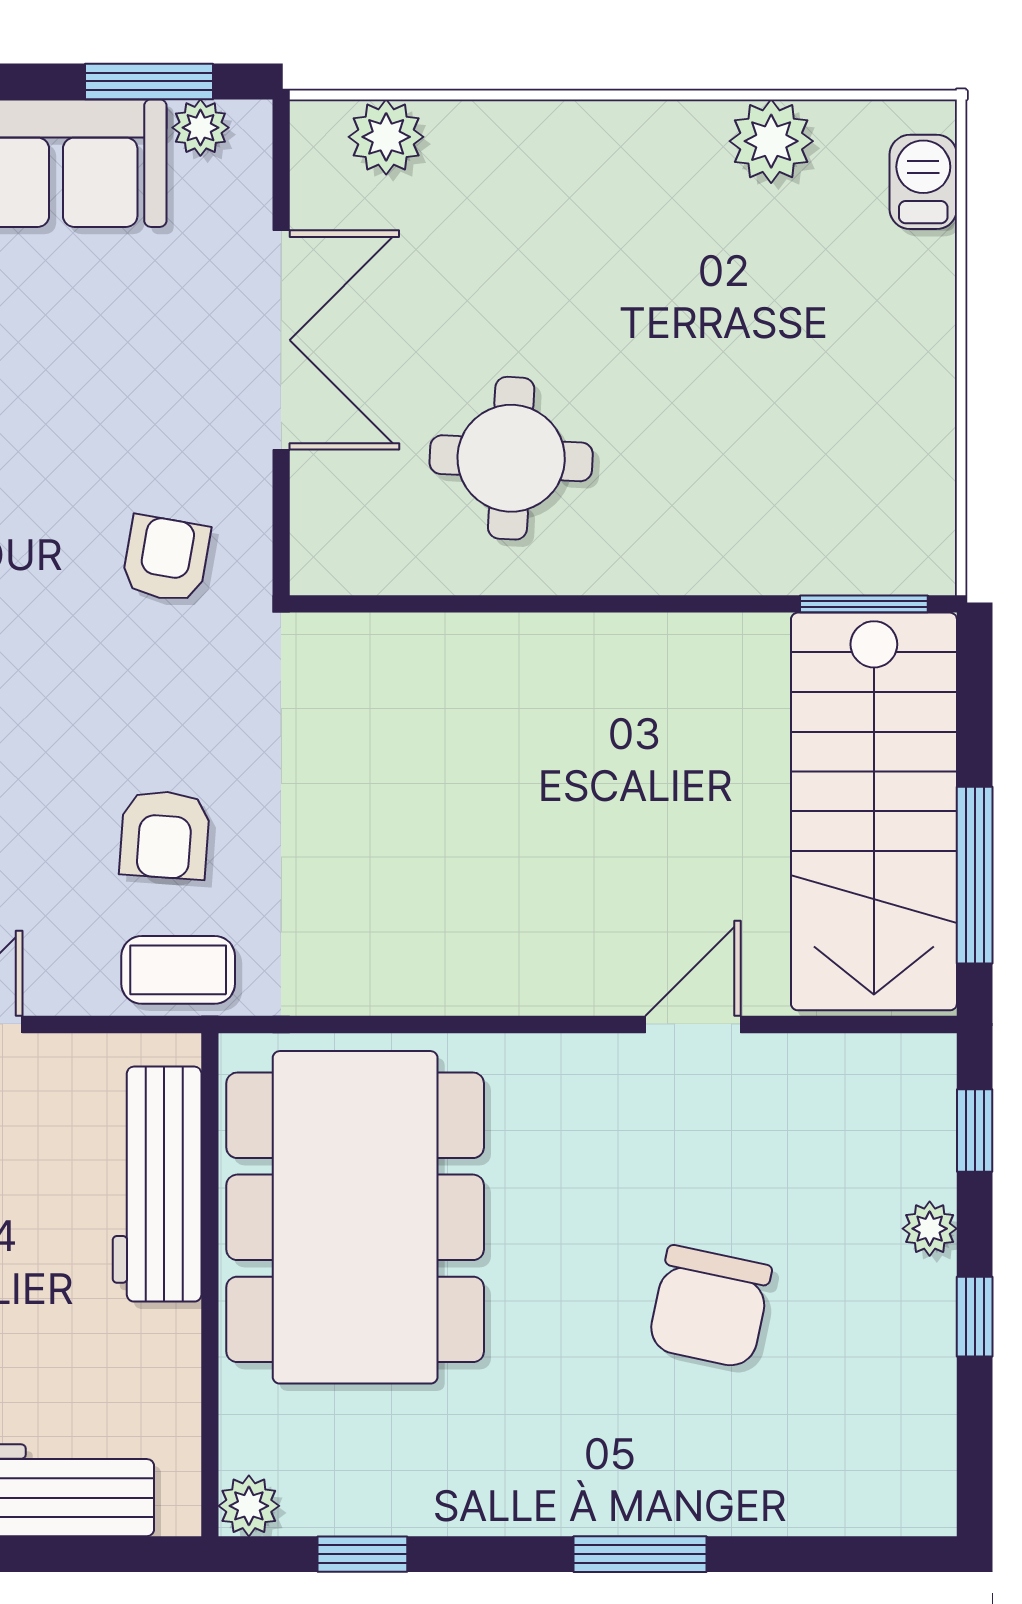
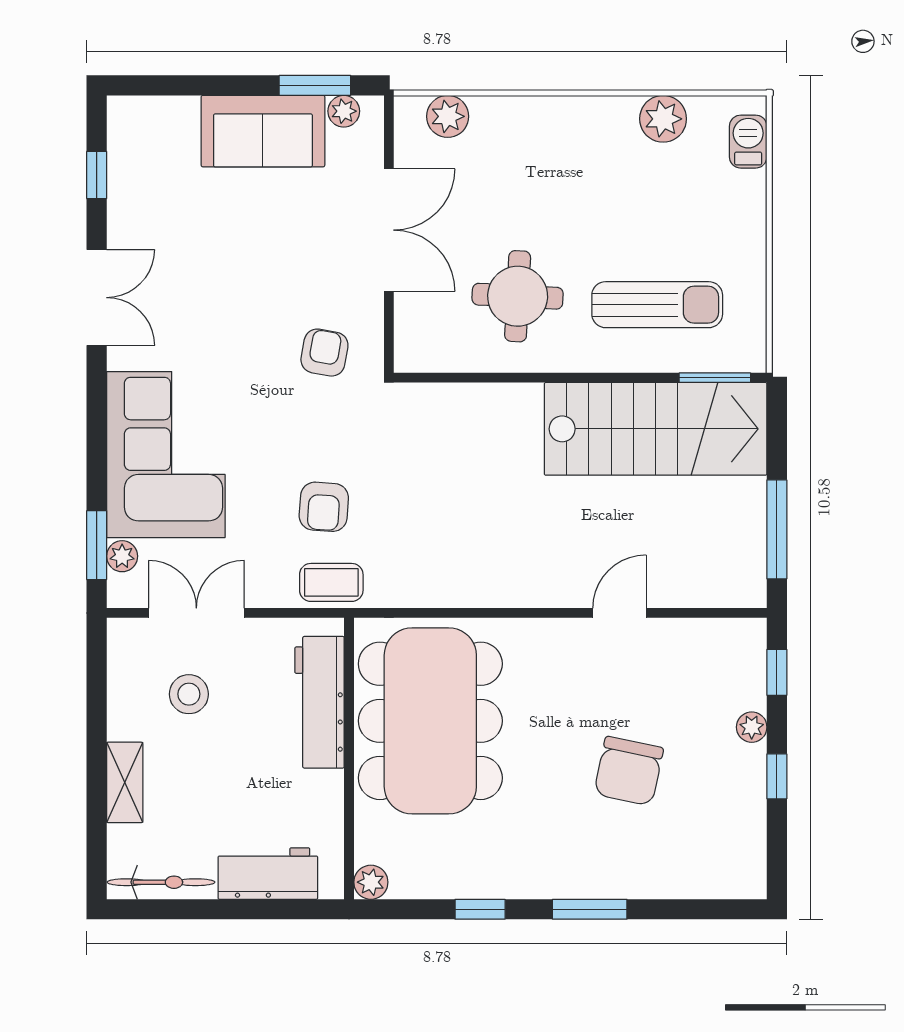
sun lounger: (761, 473) -> (657, 305), added
stairs: (874, 811) -> (656, 429), moved, turned -90
window: (362, 1554) -> (480, 909), moved

